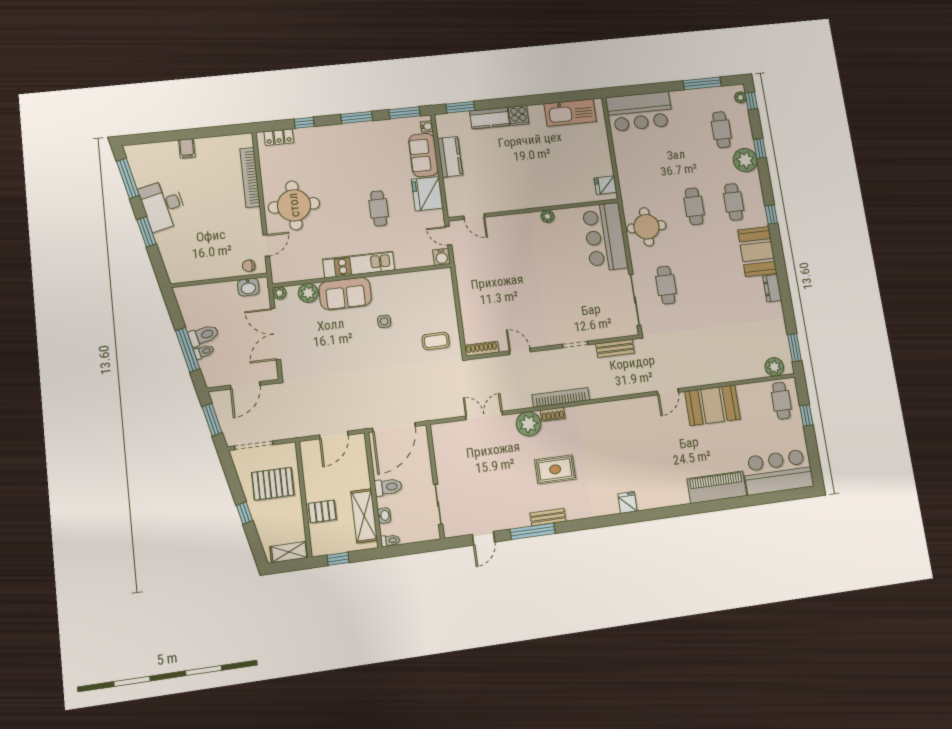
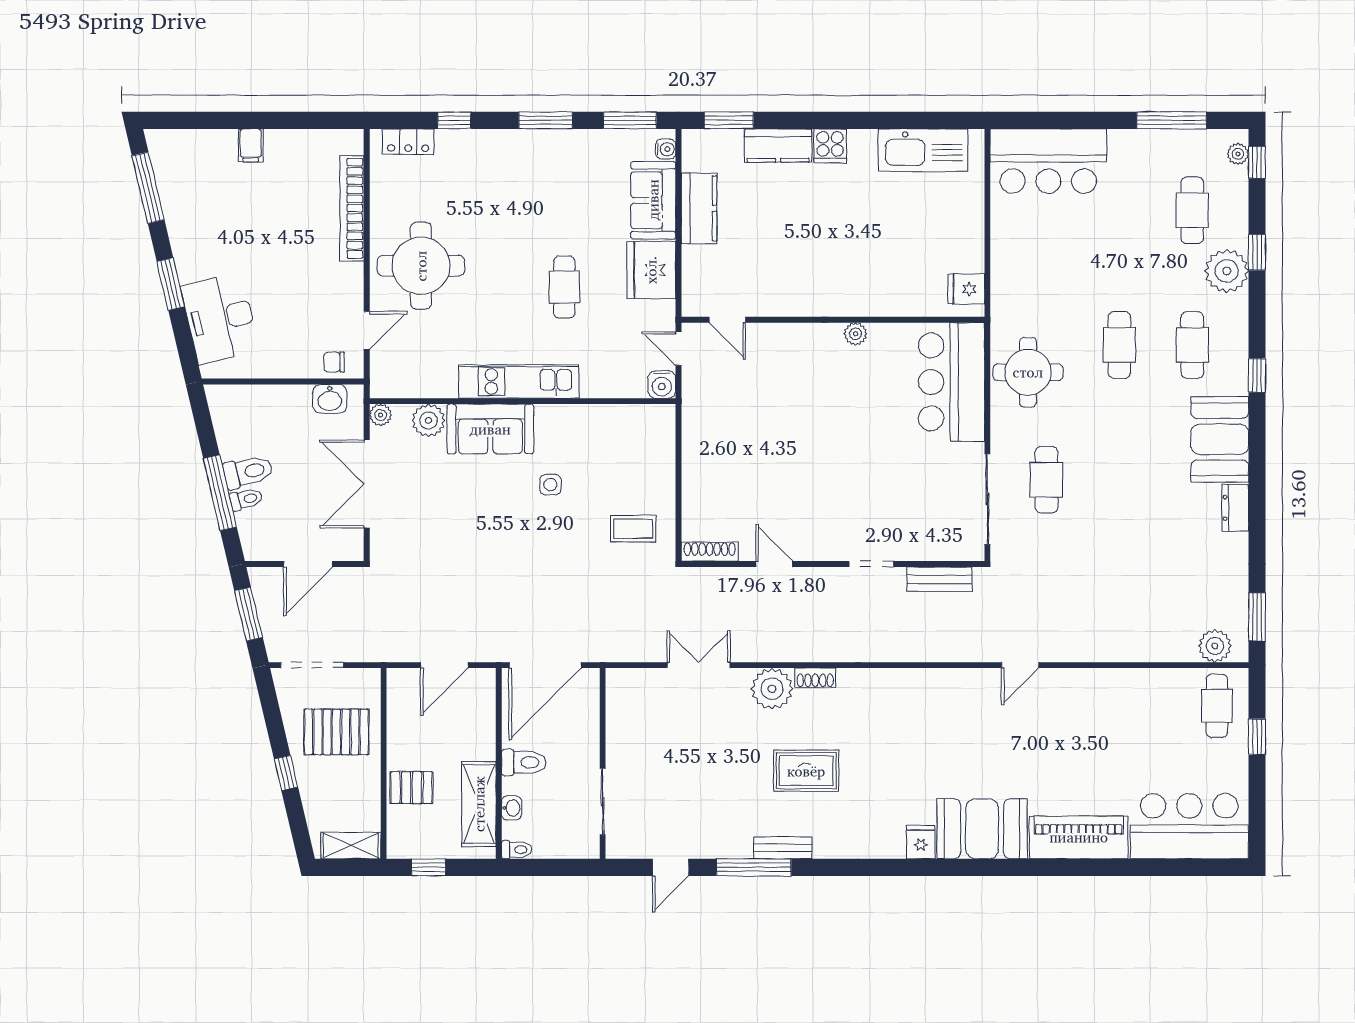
desk: (163, 205) -> (220, 318), moved
bookcase: (561, 397) -> (833, 651), removed
booth: (712, 405) -> (982, 829), moved

